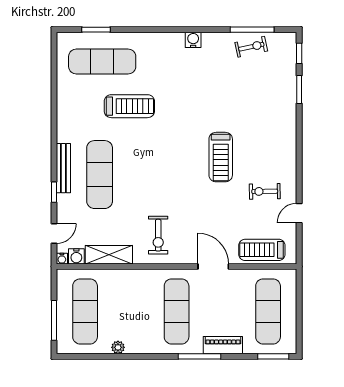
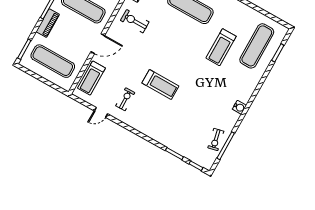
treadmill: (221, 157) -> (160, 84), turned 180
door: (299, 213) -> (101, 112), swing flipped
treadmill: (262, 250) -> (91, 78), turned 180

